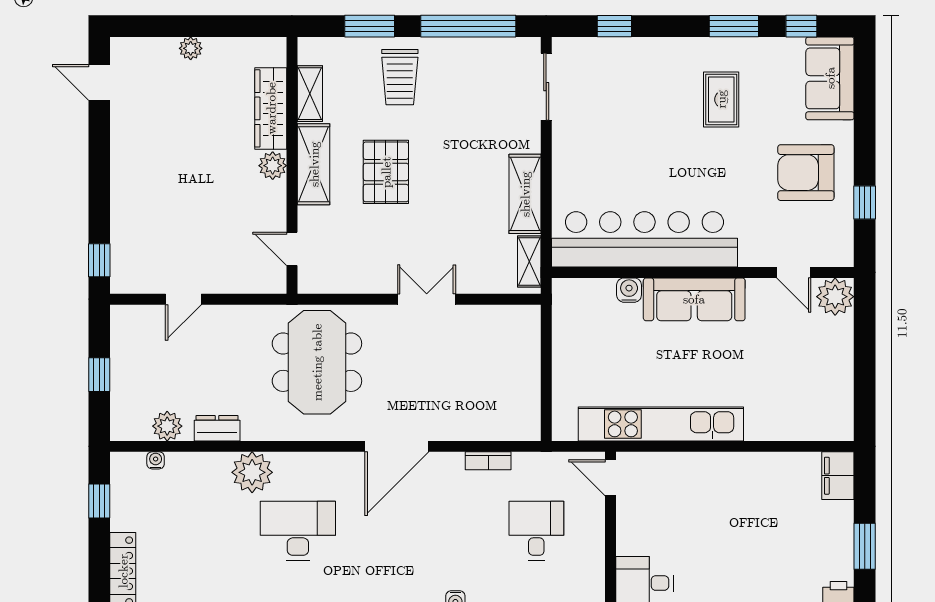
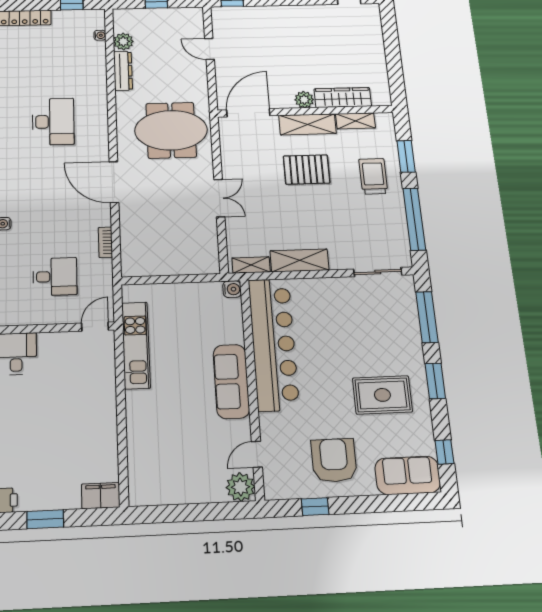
window: (614, 26) -> (427, 317), width x2.17
window: (734, 26) -> (435, 381), moved
plant: (191, 48) -> (377, 49), removed
trolley: (400, 77) -> (373, 176), turned 90
rug: (721, 99) -> (382, 395), width x1.36, depth x1.43
door: (292, 249) -> (248, 113), width x1.88
water cooler: (629, 290) -> (232, 289), moved
kitchen unit: (661, 424) -> (136, 345), width x0.73
dresser: (217, 428) -> (123, 71), width x1.44
plant: (252, 472) -> (93, 93), removed

